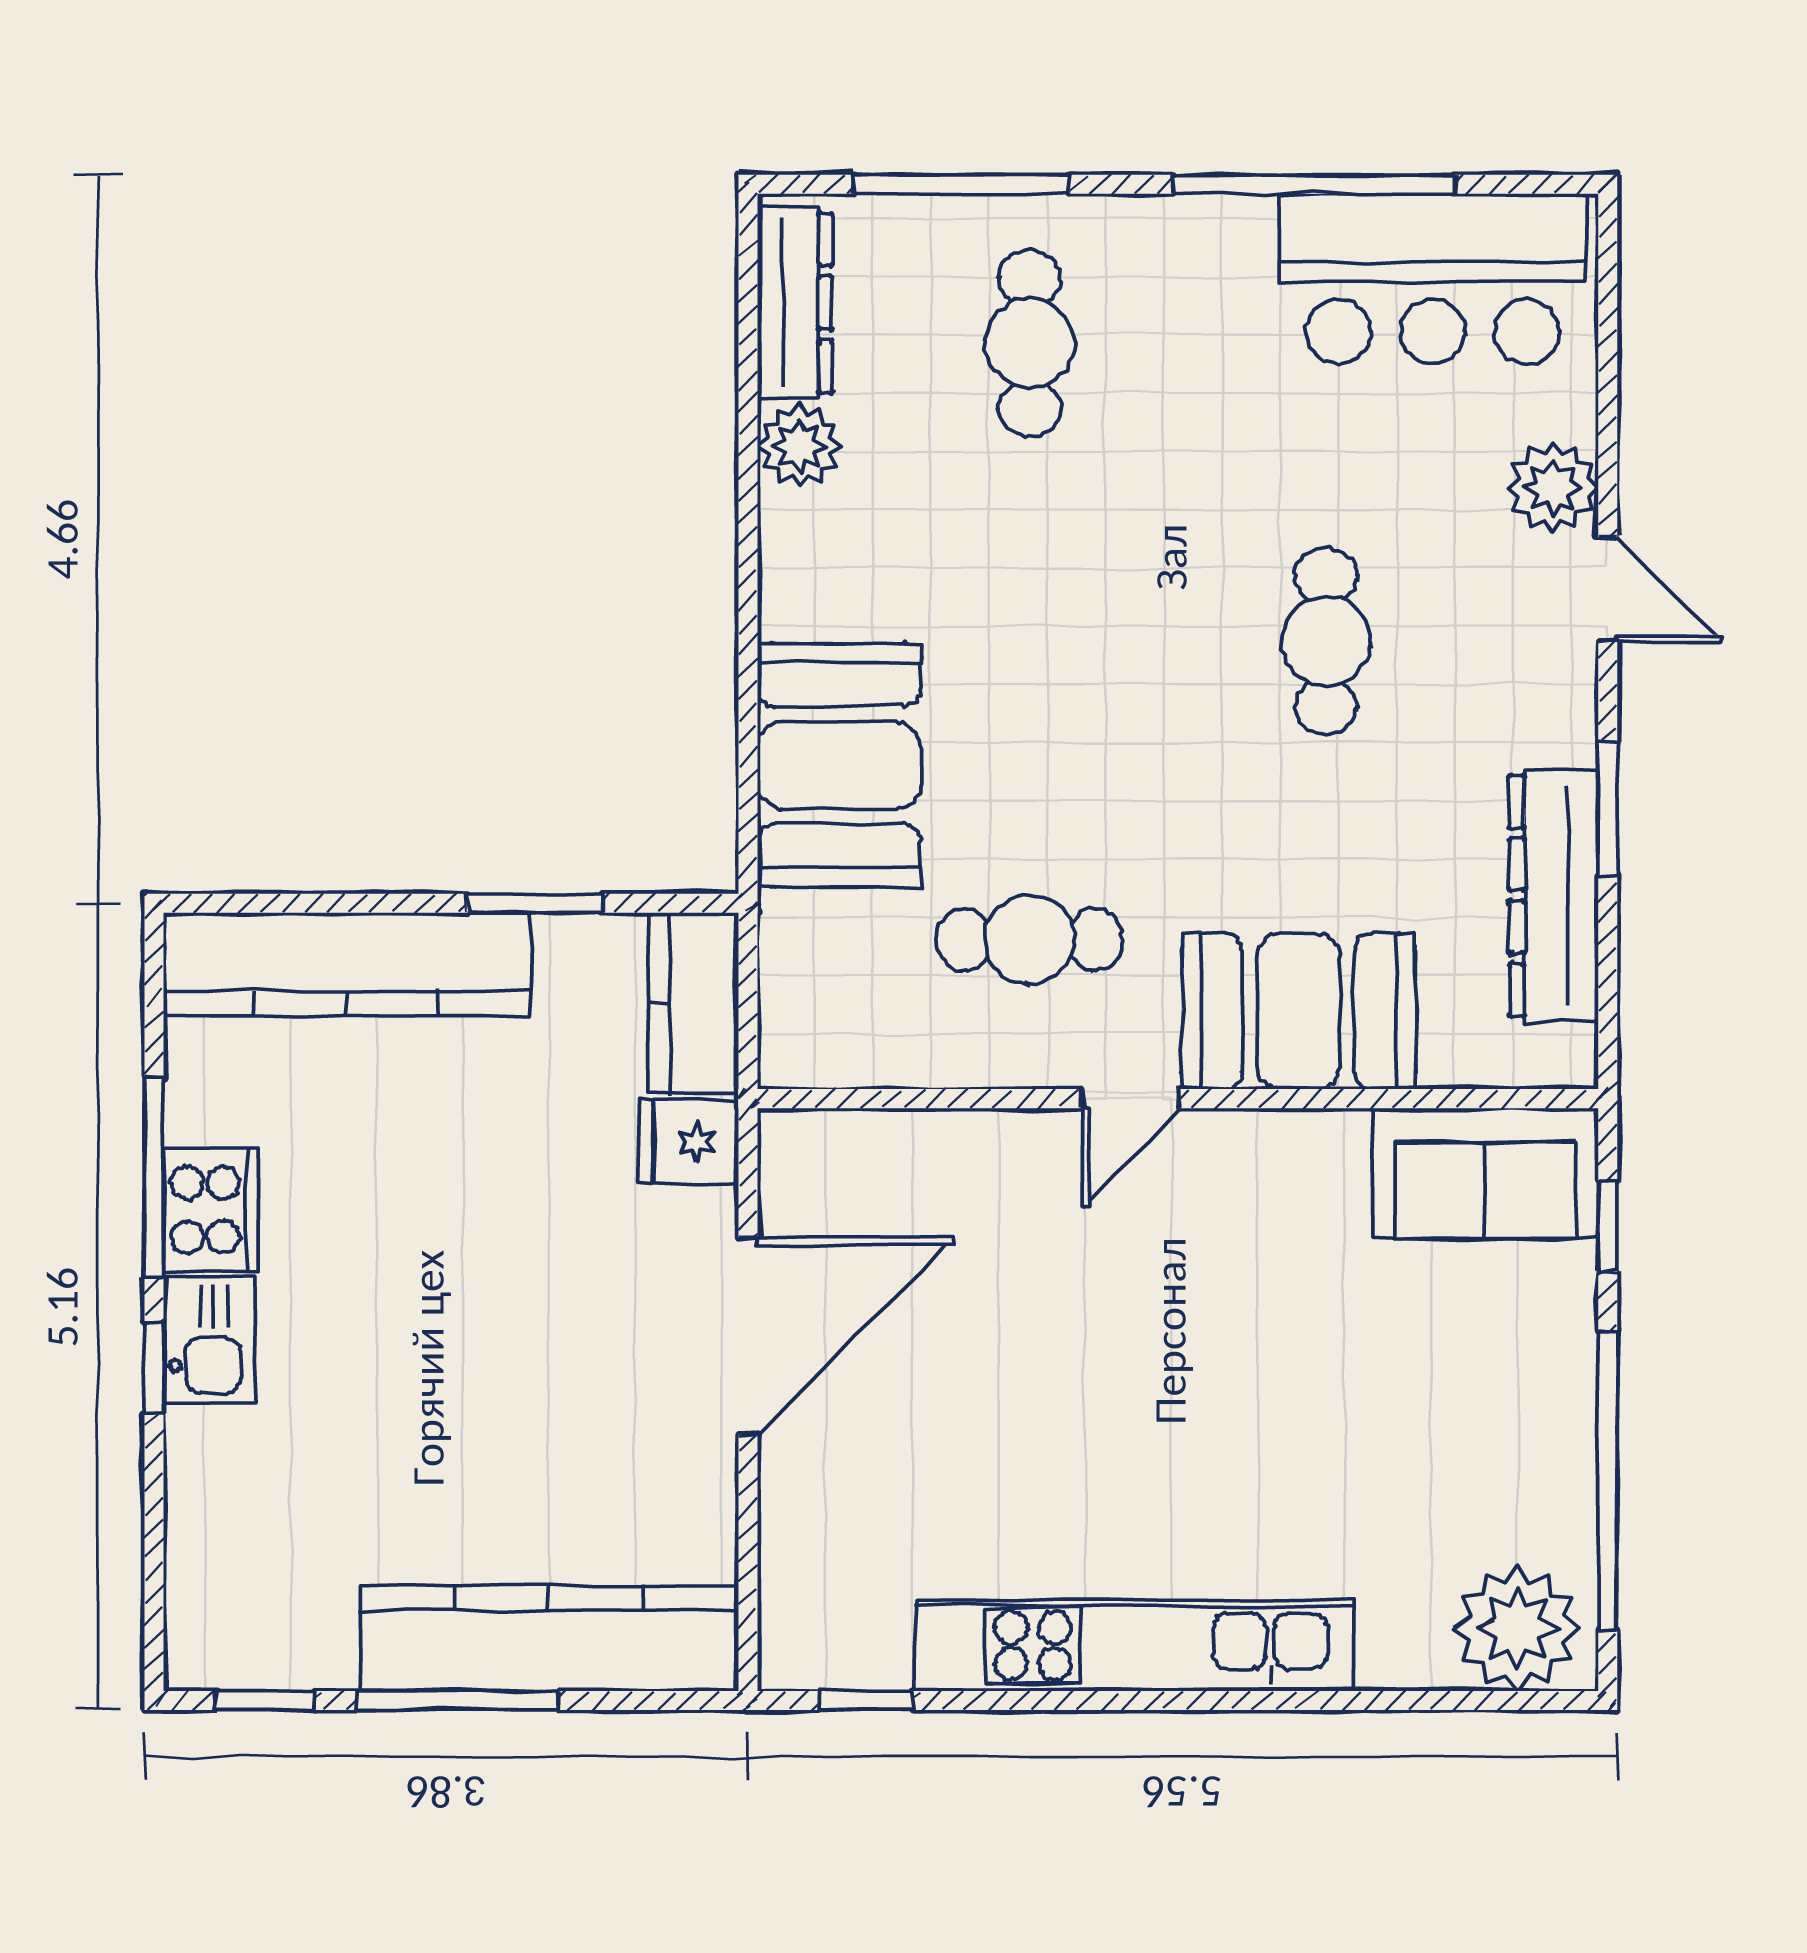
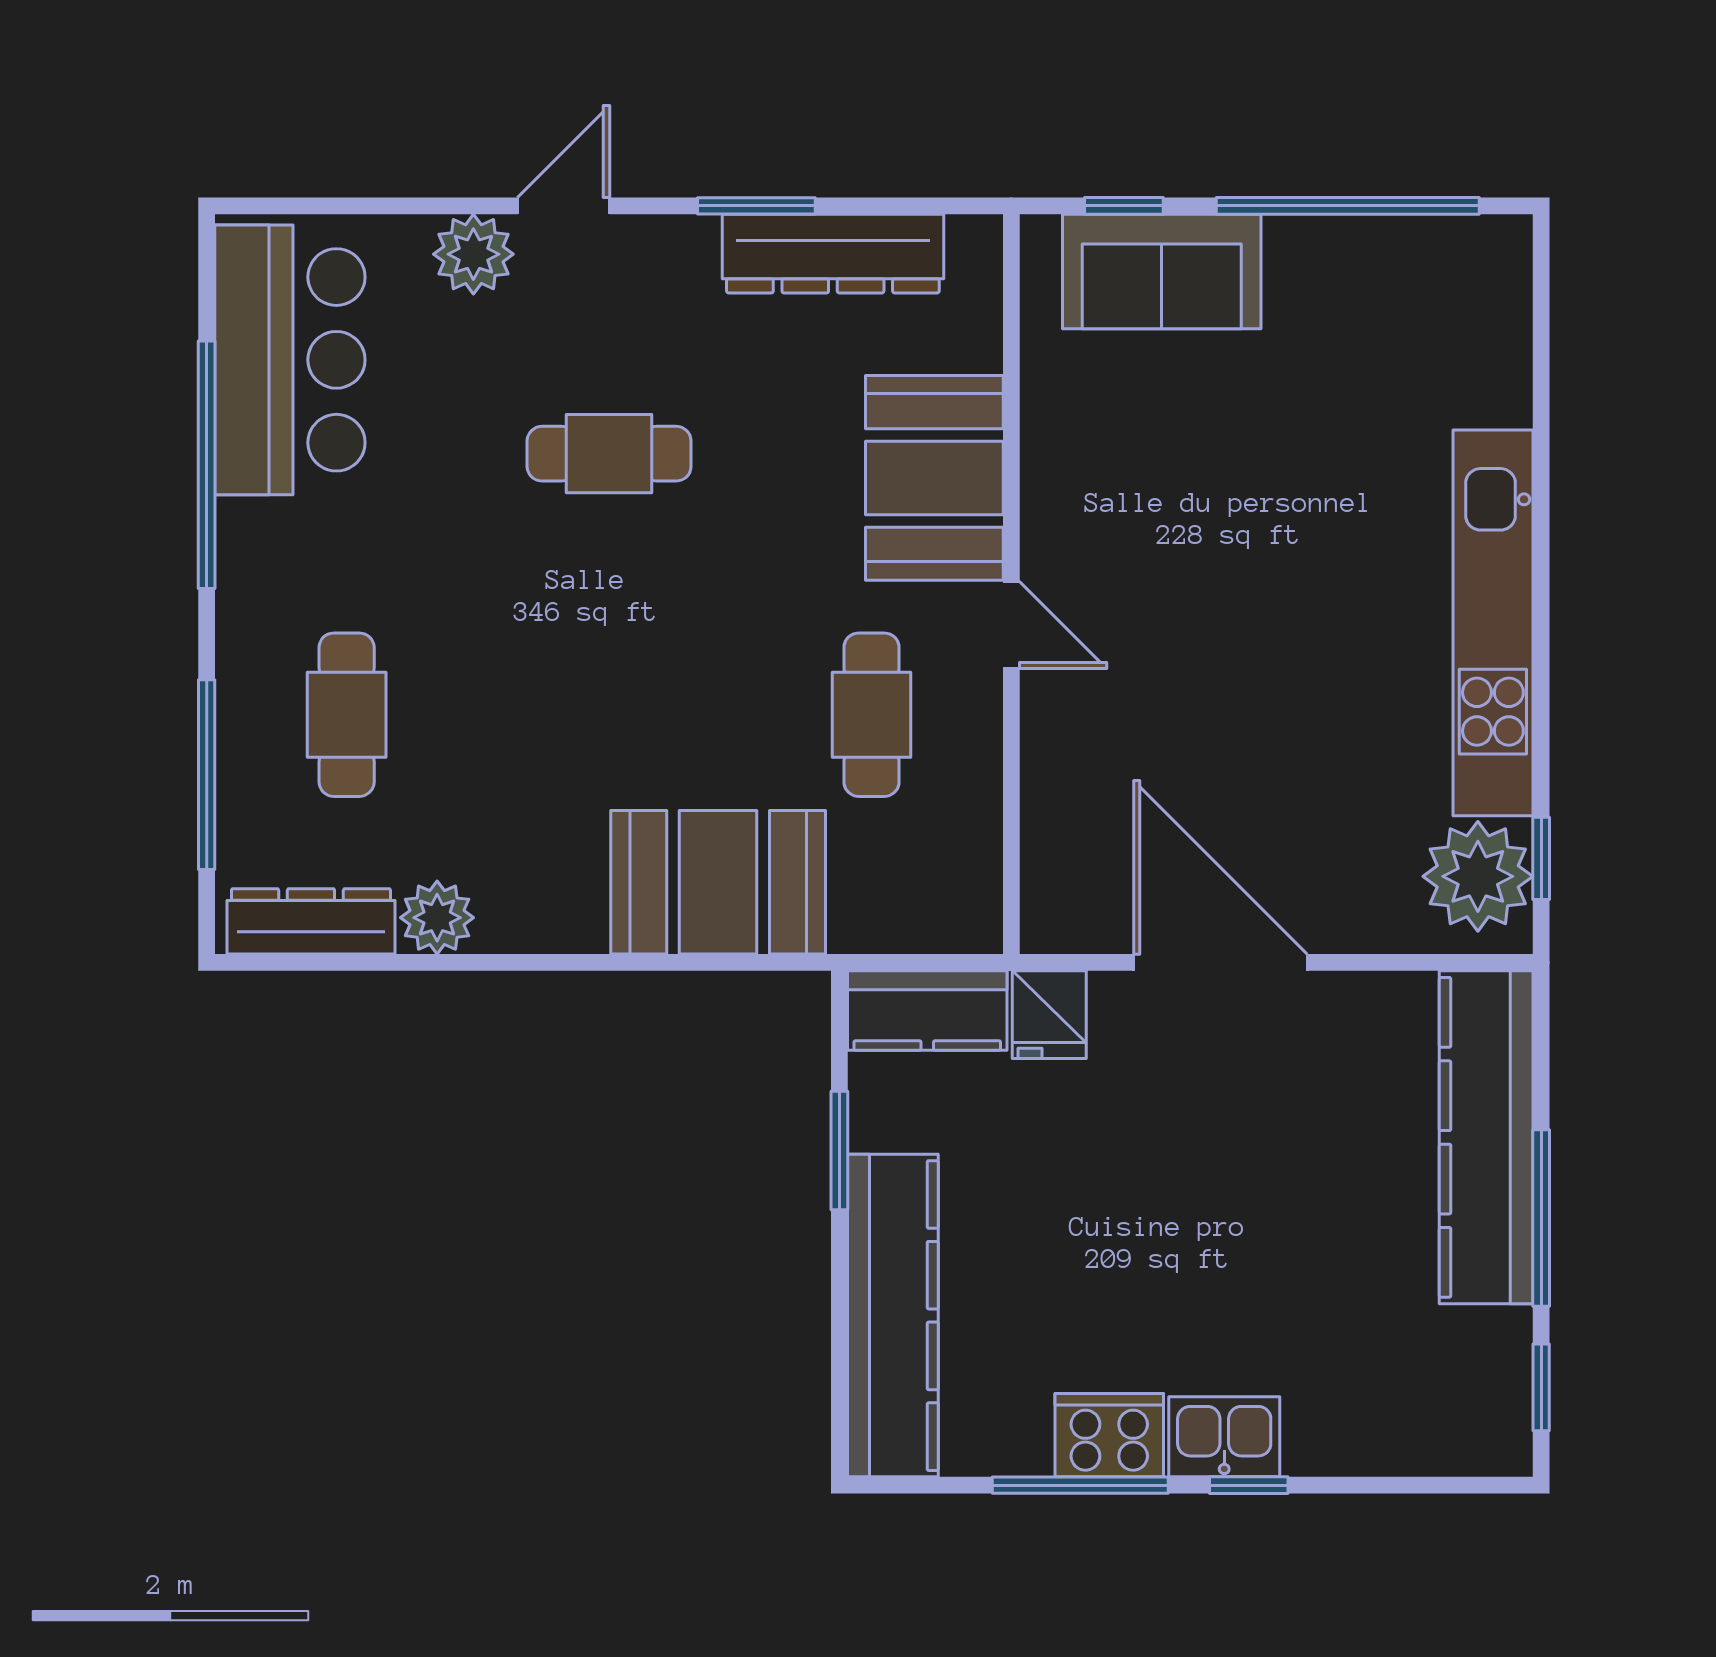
cafe table: (1029, 343) -> (347, 715), turned 90
sofa: (1486, 1173) -> (1162, 271), moved, turned 90
plant: (1517, 1629) -> (1478, 876), moved

